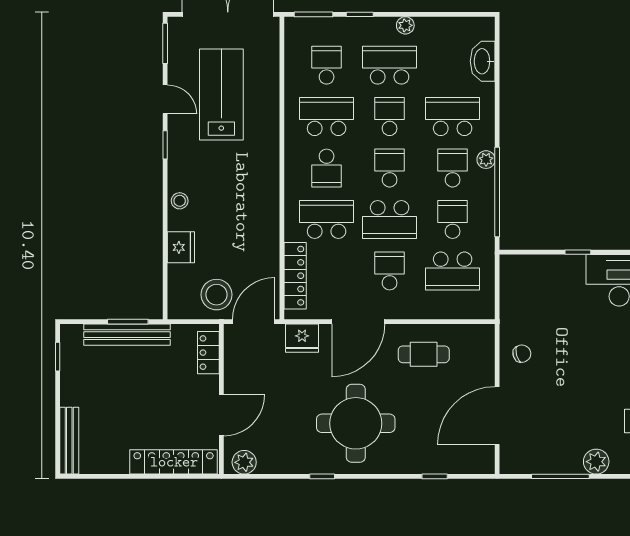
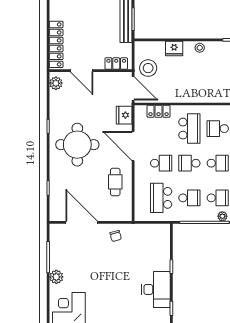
school desk: (390, 220) -> (189, 163), width x0.54
locker: (295, 276) -> (159, 111), width x0.66

